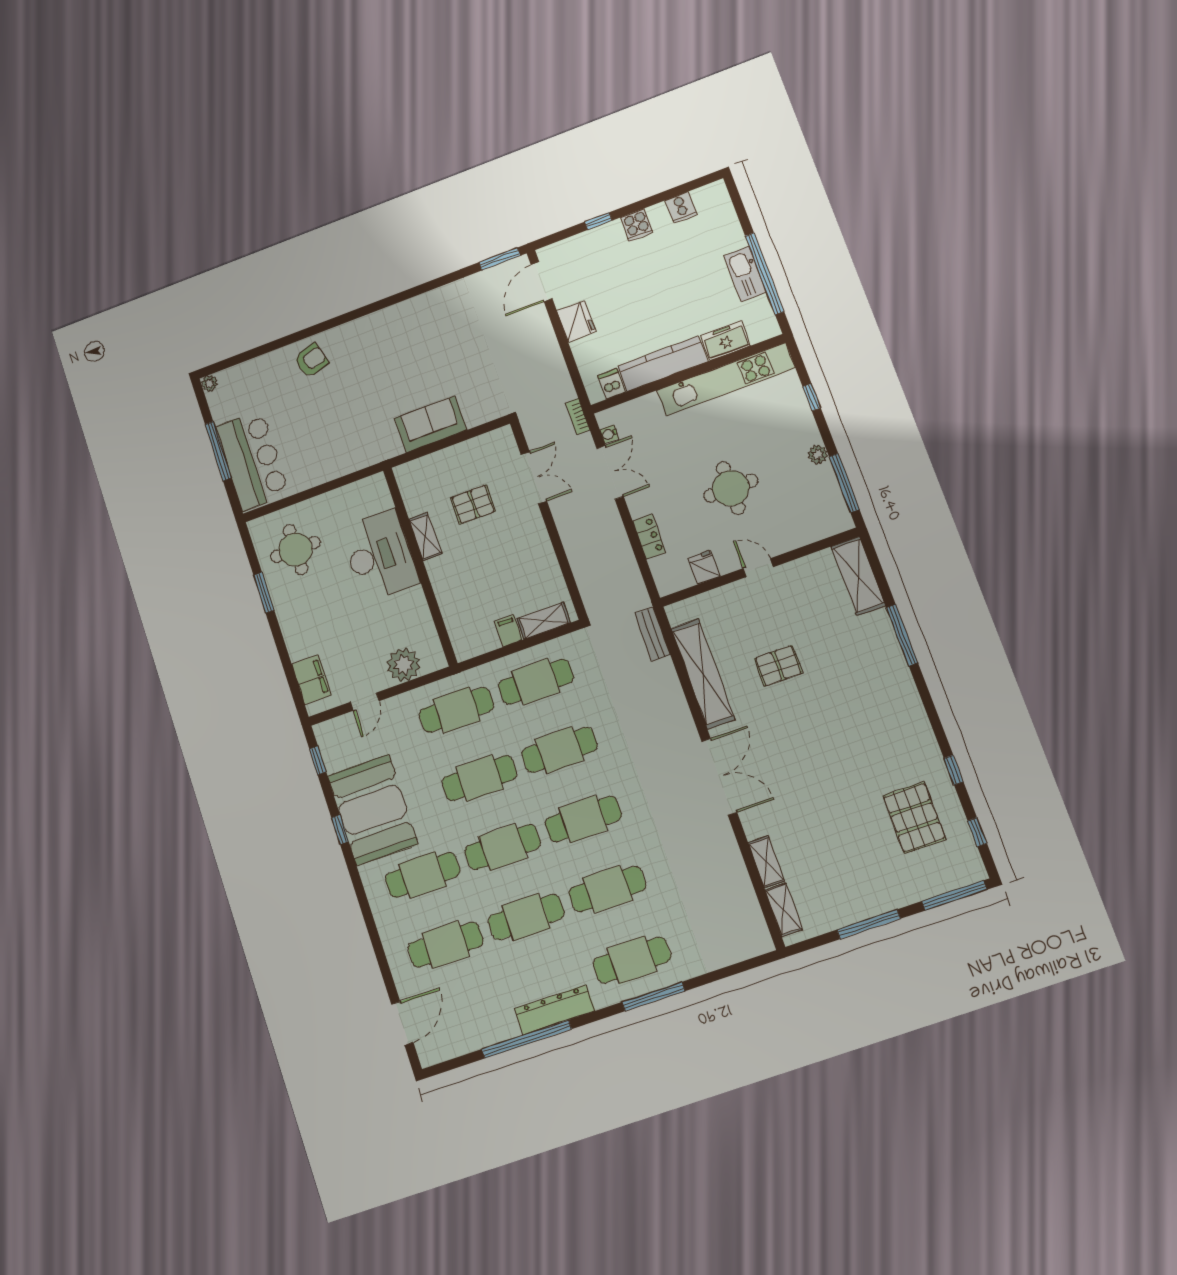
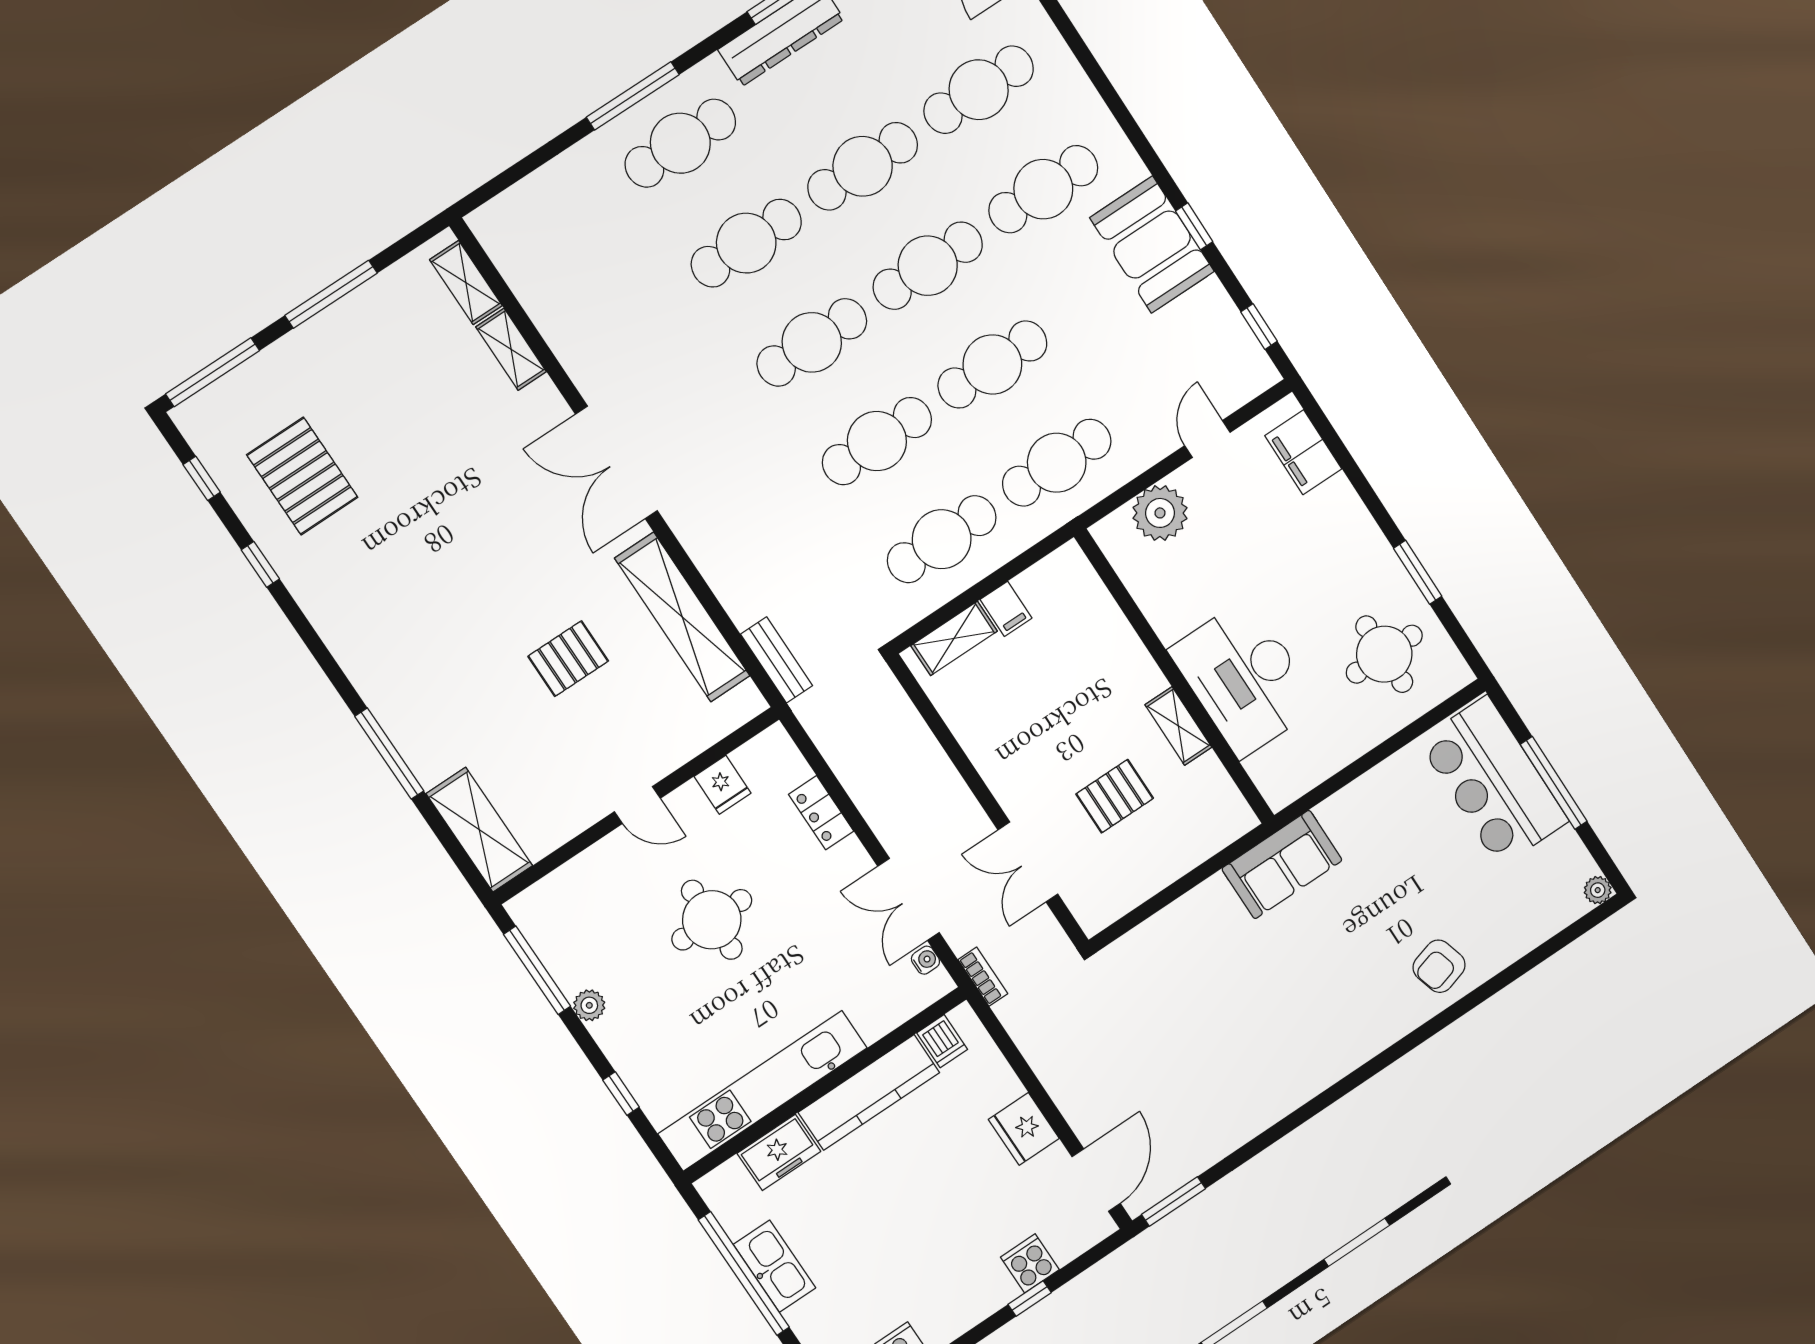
cooker: (637, 225) -> (1030, 1263), moved
sofa: (431, 424) -> (1282, 864), moved
booth: (373, 810) -> (1152, 245), width x0.73, depth x0.70

